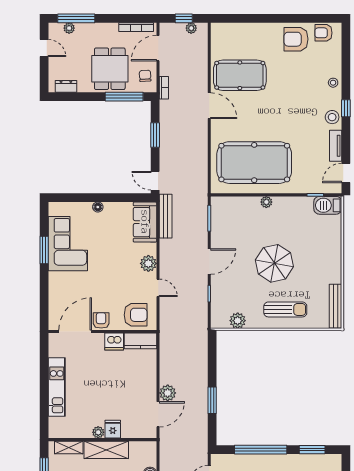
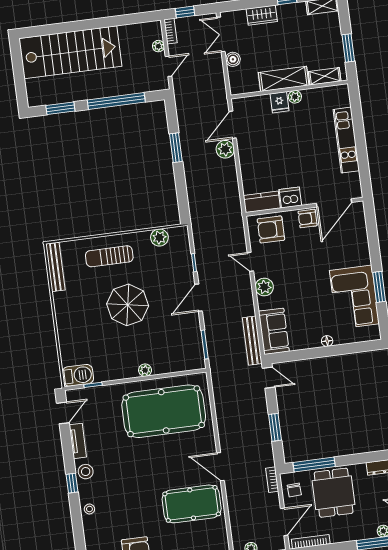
armchair: (101, 320) -> (308, 219), turned 90

